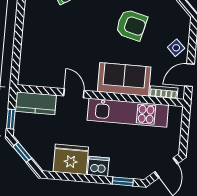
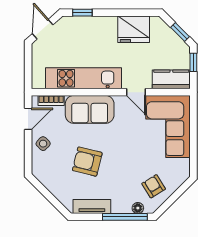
corner sofa: (43, 54) -> (168, 127), added
dishwasher: (98, 166) -> (107, 25), removed

